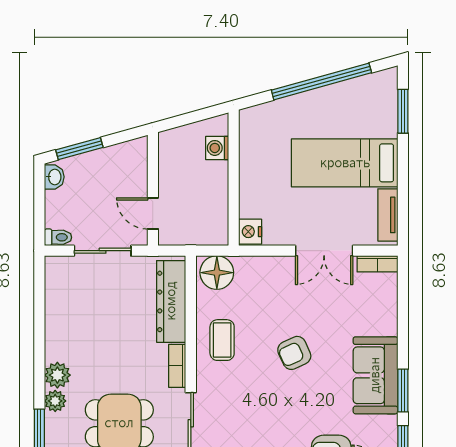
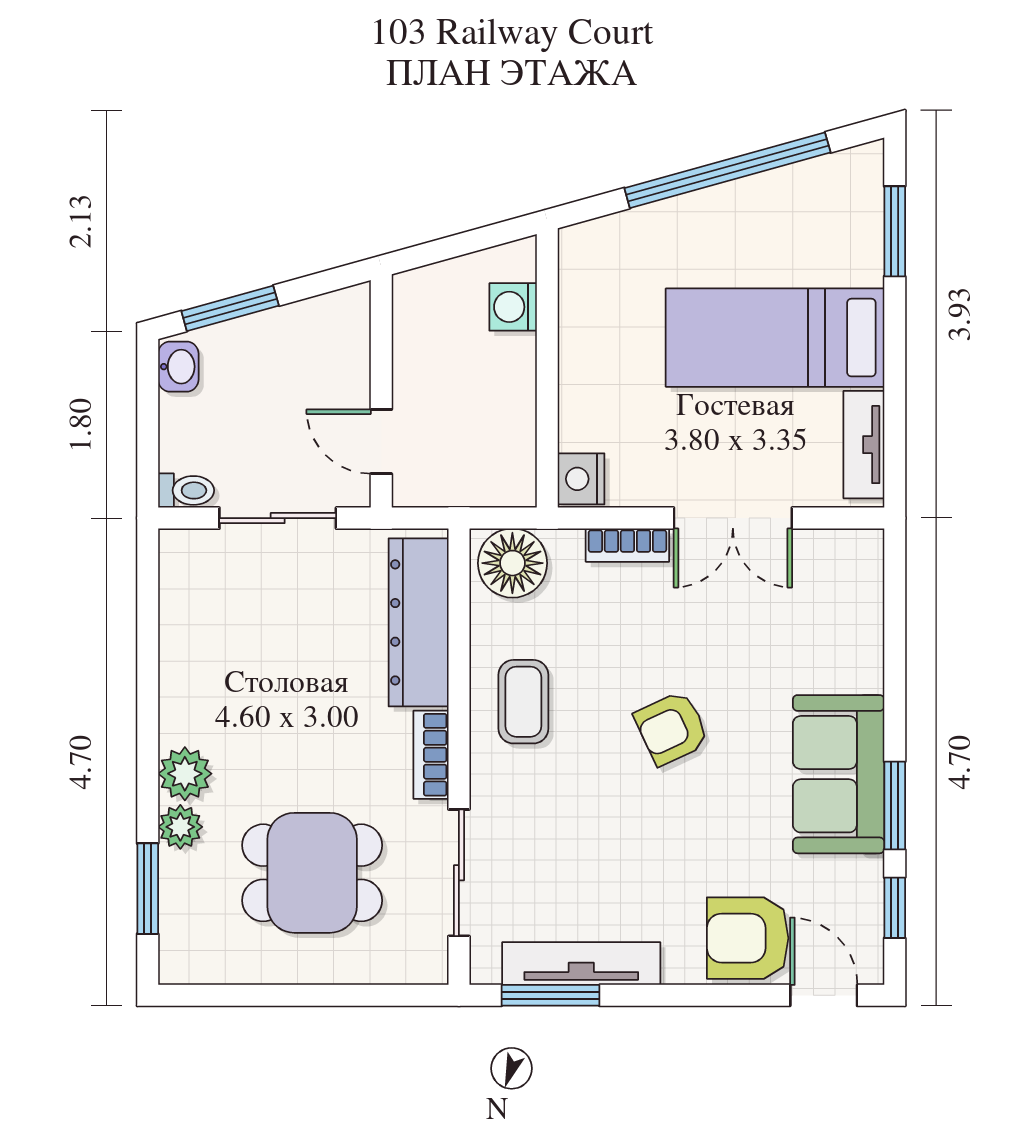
bookcase: (377, 264) -> (627, 545), moved

